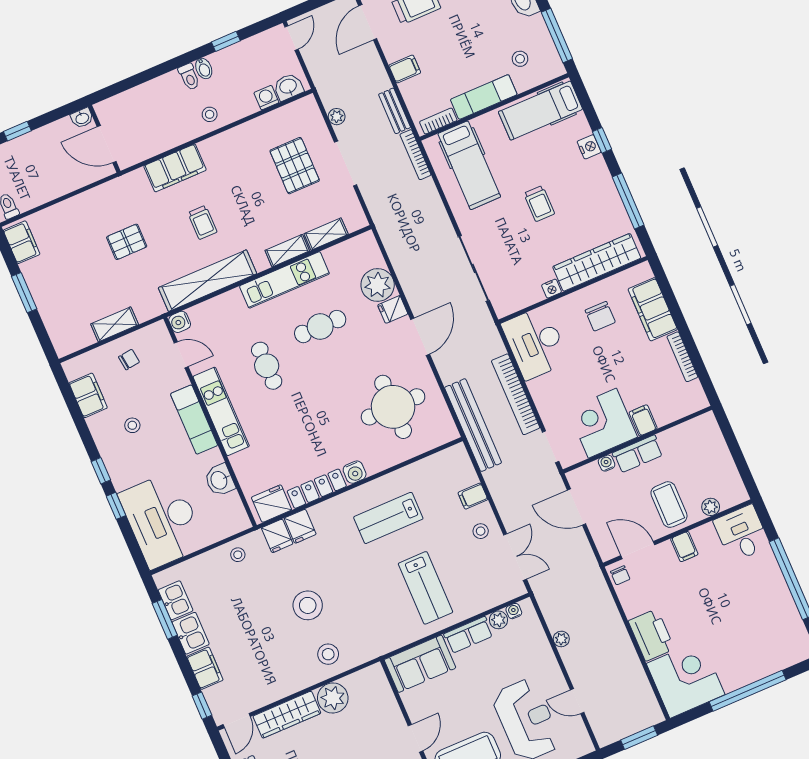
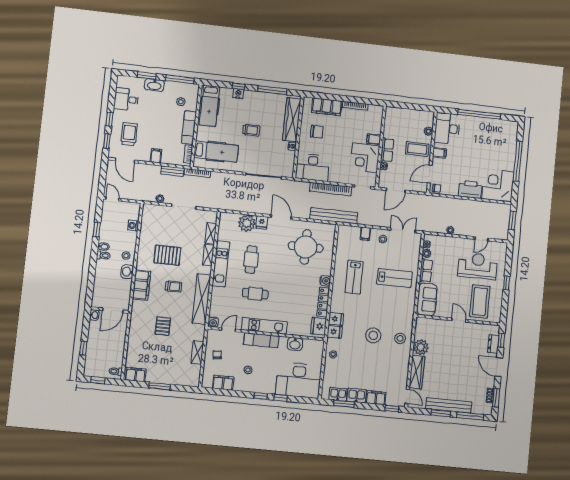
washbasin: (288, 87) -> (127, 272), moved
pallet: (295, 166) -> (167, 255), moved
desk: (742, 533) -> (447, 128), width x1.37

